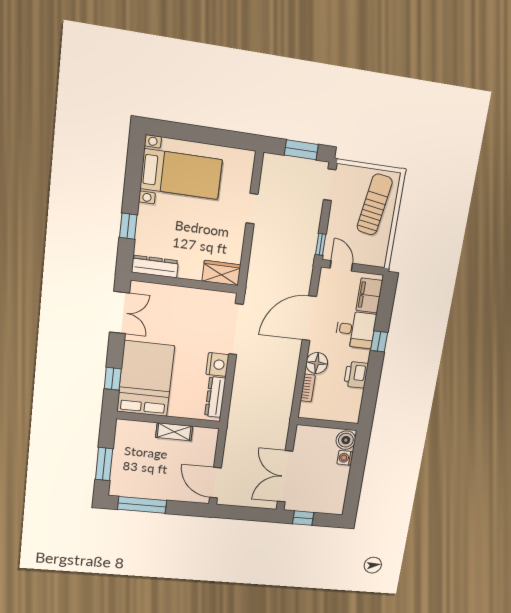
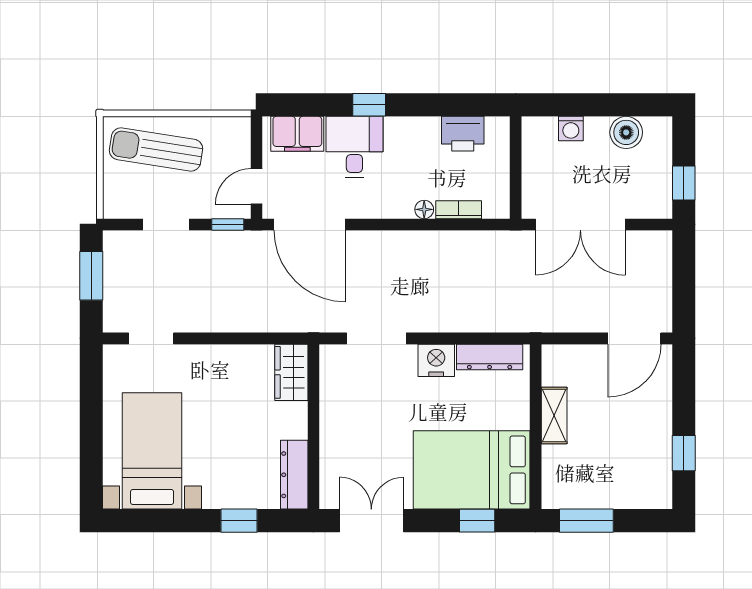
doorway: (330, 185) -> (166, 224), moved
doorway: (252, 209) -> (151, 338), moved
door: (309, 318) -> (310, 224), moved
doorway: (236, 329) -> (376, 338), width x0.73
floor lamp: (317, 363) -> (424, 209), width x0.53, depth x0.53
printer: (356, 375) -> (463, 134), moved
boiler: (346, 440) -> (626, 132), moved
window: (104, 464) -> (586, 521), moved
double door: (285, 476) -> (580, 224), moved
window: (142, 505) -> (684, 453), width x0.46

